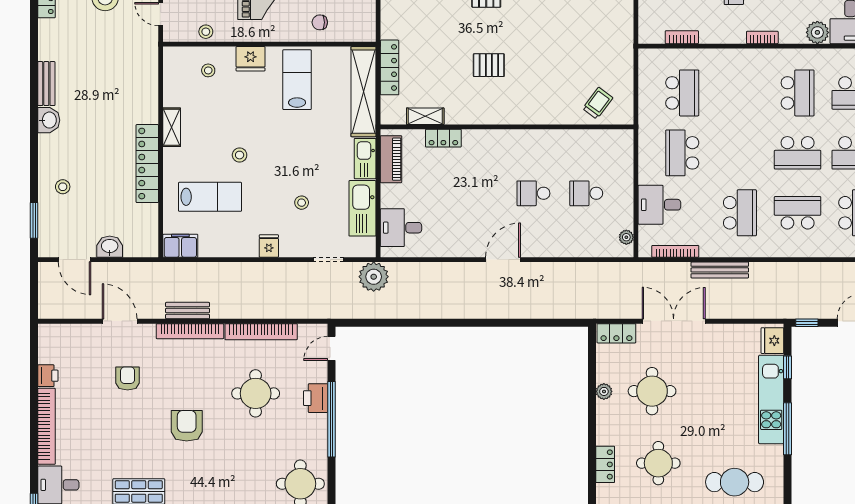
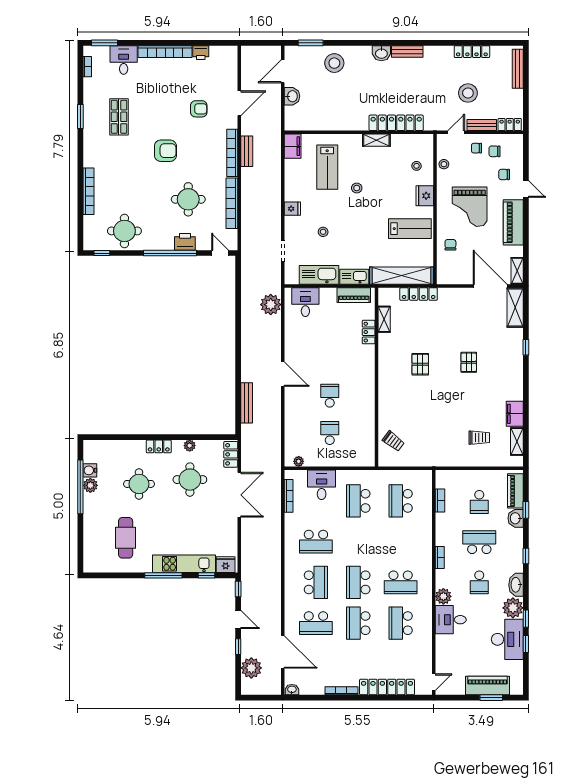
school desk: (682, 93) -> (401, 501), turned 90
school desk: (682, 153) -> (358, 501), turned -90
locker: (147, 164) -> (396, 123), moved
stool: (63, 187) -> (334, 63), width x1.89, depth x1.89
bench: (720, 270) -> (247, 403), moved
plant: (374, 277) -> (271, 305), moved
locker: (605, 464) -> (159, 446), moved

